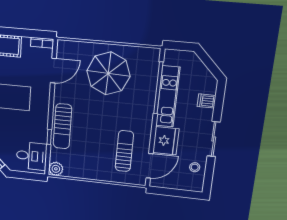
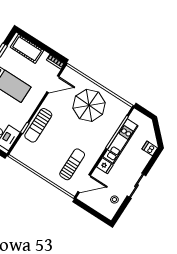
dishwasher: (206, 101) -> (150, 148), moved
fridge: (166, 141) -> (105, 166), width x0.53, depth x0.75
plant: (56, 169) -> (17, 153), removed

